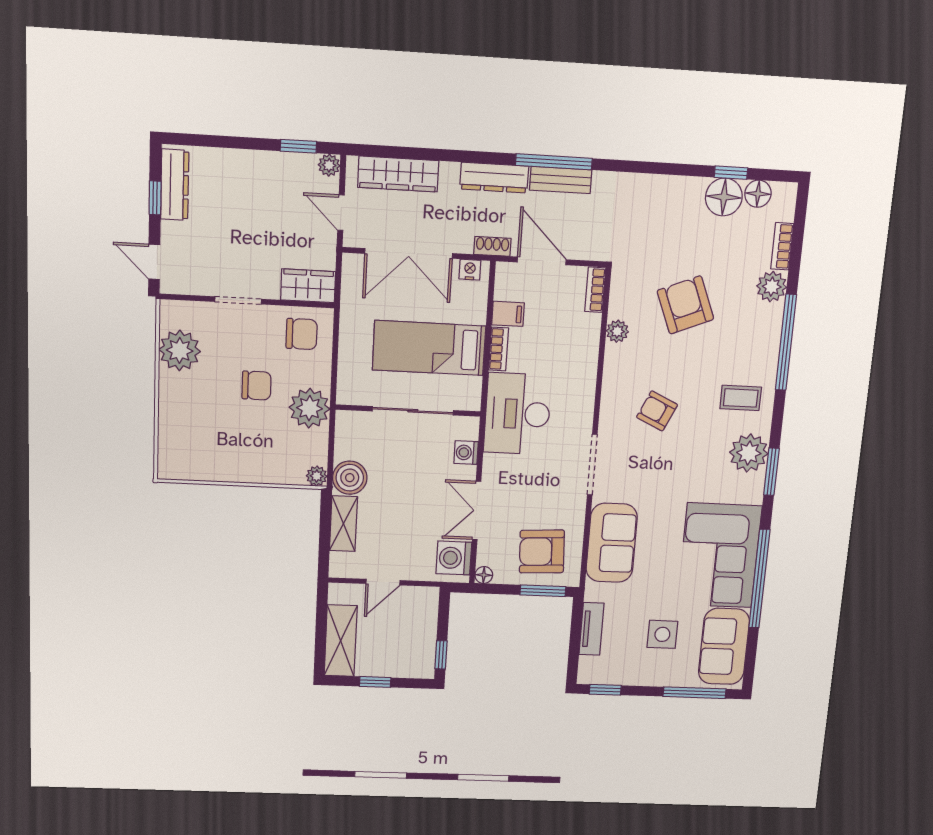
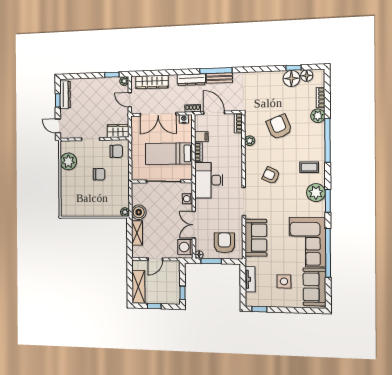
plant: (309, 408) -> (121, 183), removed
armchair: (542, 552) -> (224, 243), turned 93
window: (543, 591) -> (211, 261), moved
window: (695, 693) -> (303, 310), removed

